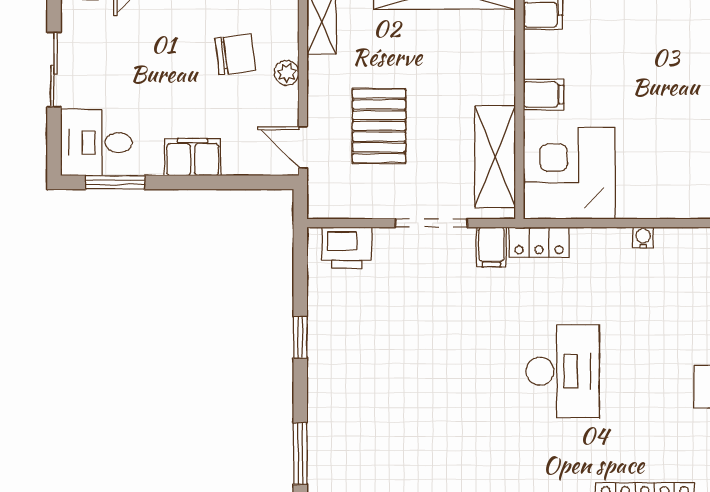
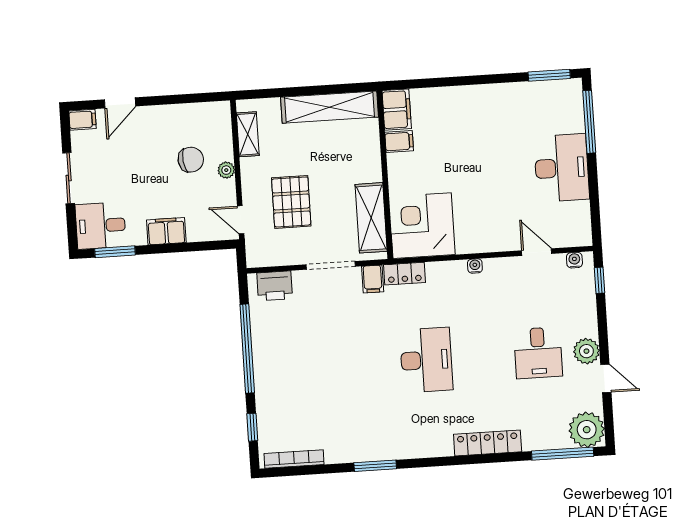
filing cabinet: (544, 94) -> (399, 142), moved
window: (300, 337) -> (247, 349), width x3.17
window: (300, 453) -> (252, 427), width x0.67

